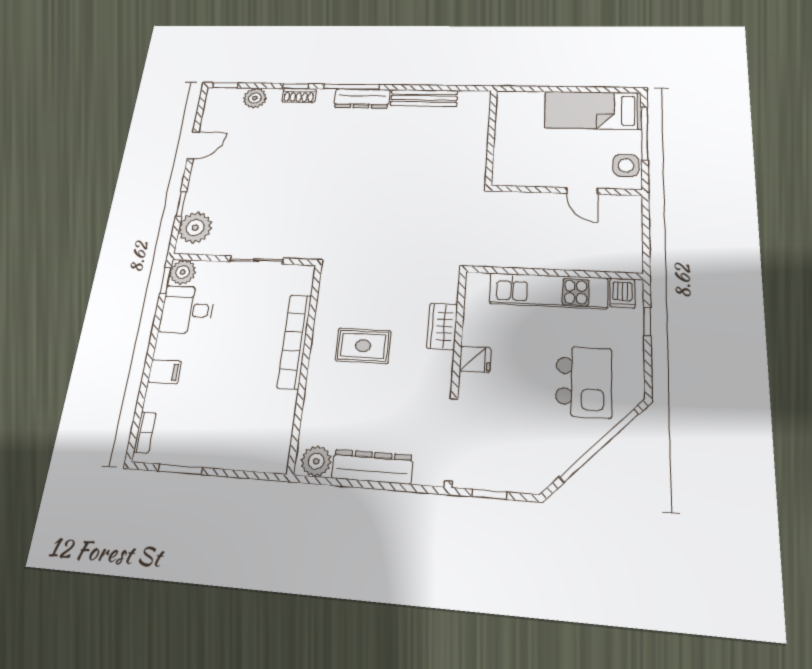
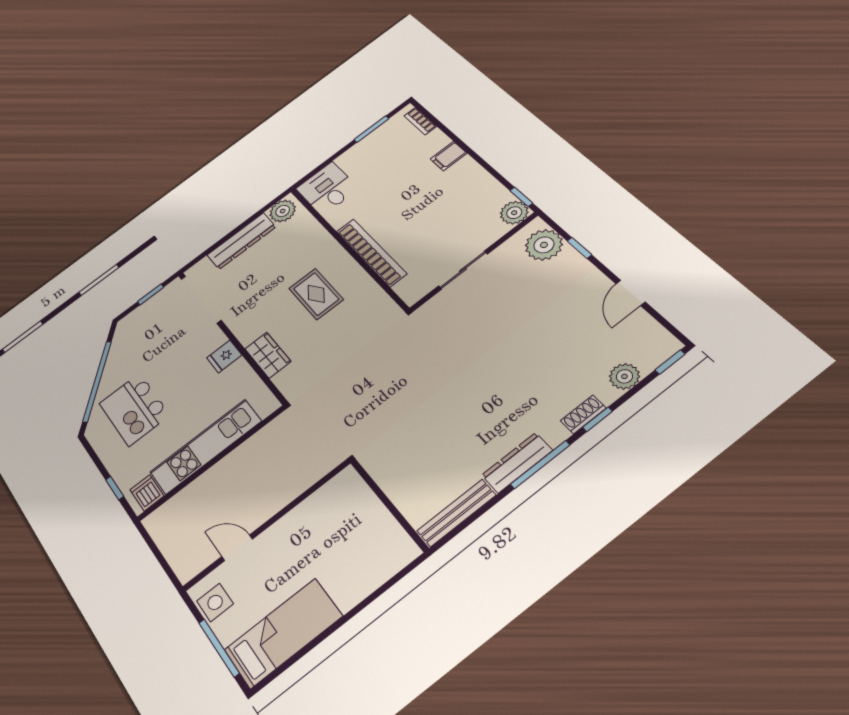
wall: (491, 137) -> (389, 504), moved
desk: (187, 310) -> (327, 189), moved, turned -90
rug: (363, 346) -> (316, 294), turned 90

